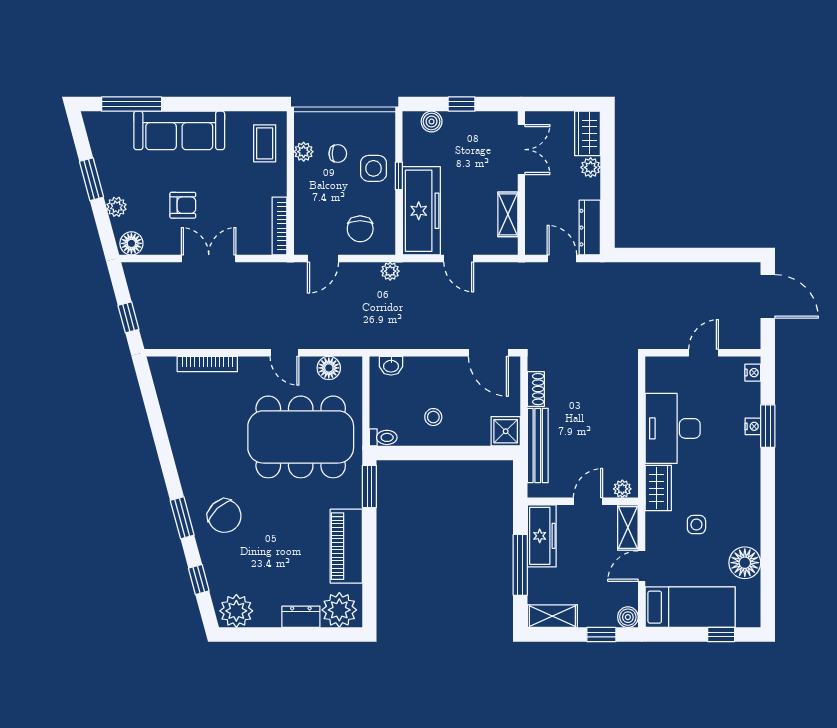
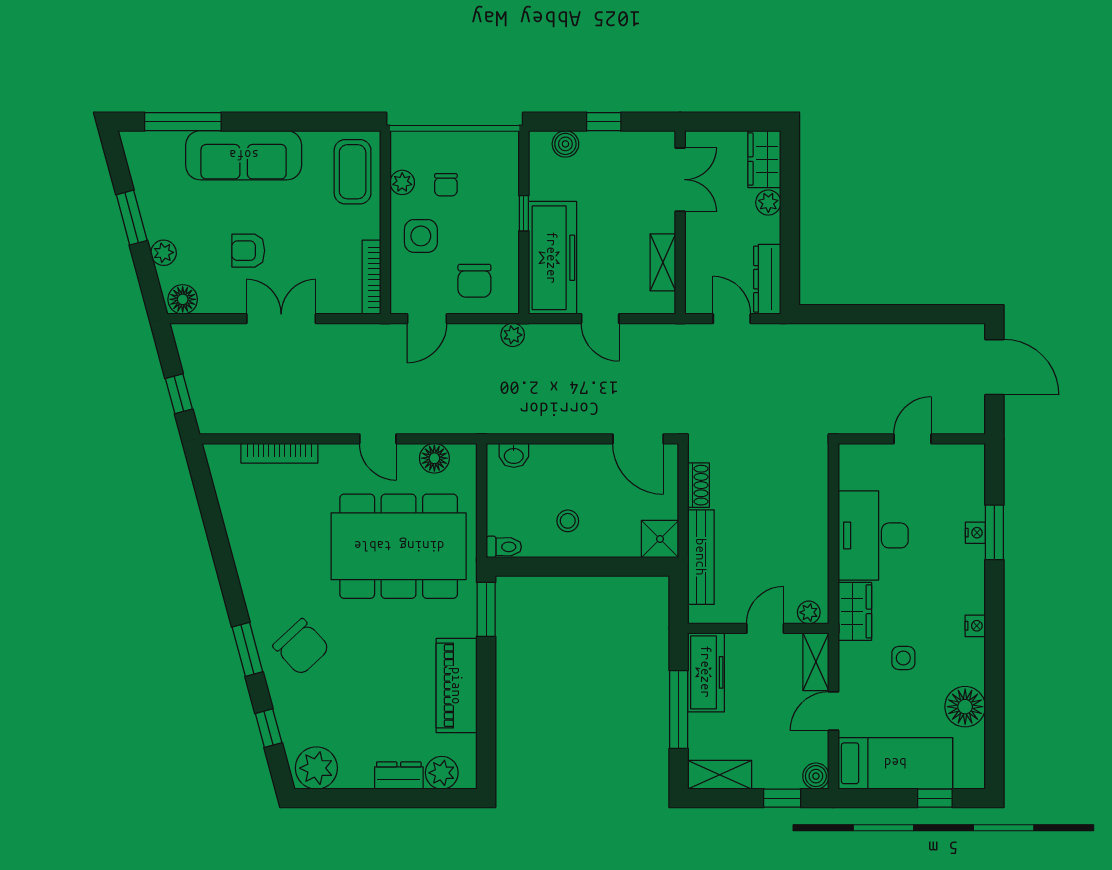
coffee table: (265, 143) -> (353, 172), width x1.36, depth x1.30
chair: (338, 154) -> (446, 185), turned 90
side table: (373, 168) -> (421, 236), moved
armchair: (183, 205) -> (248, 251), turned 180
nightstand: (753, 373) -> (975, 626), moved
plant: (339, 610) -> (442, 773), width x0.73, depth x0.73

